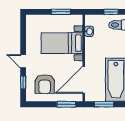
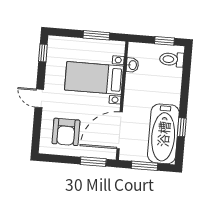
window: (23, 82) -> (43, 53), moved

